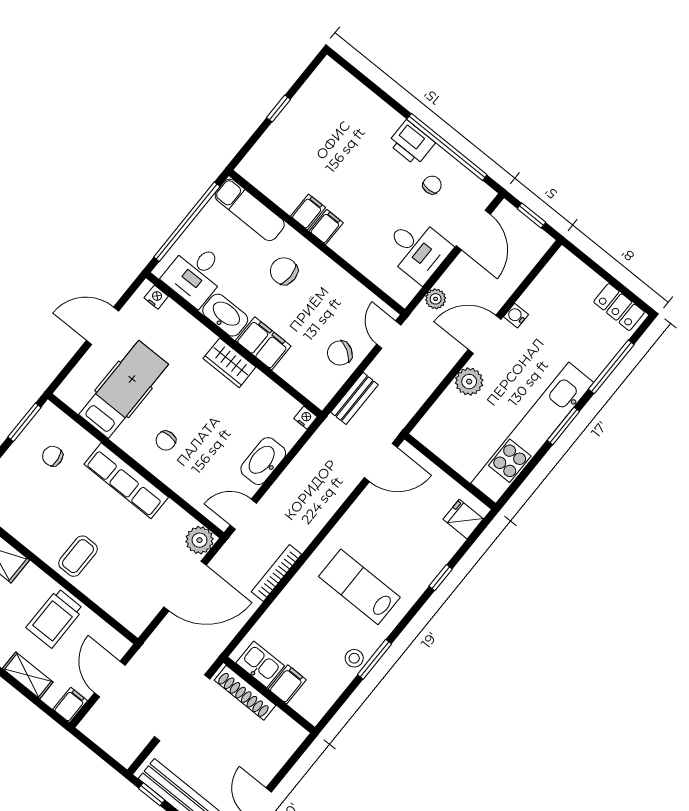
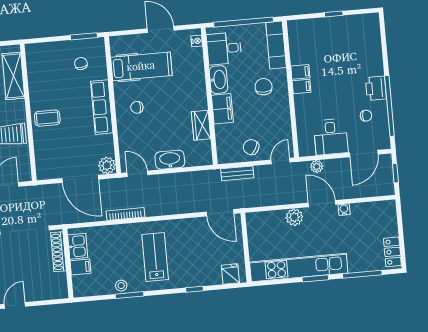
wardrobe: (229, 363) -> (201, 125), moved
nightstand: (305, 418) -> (207, 160), removed

